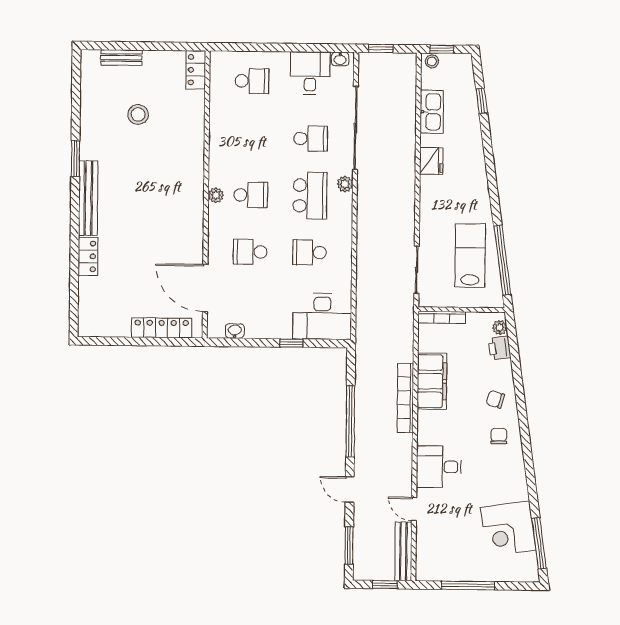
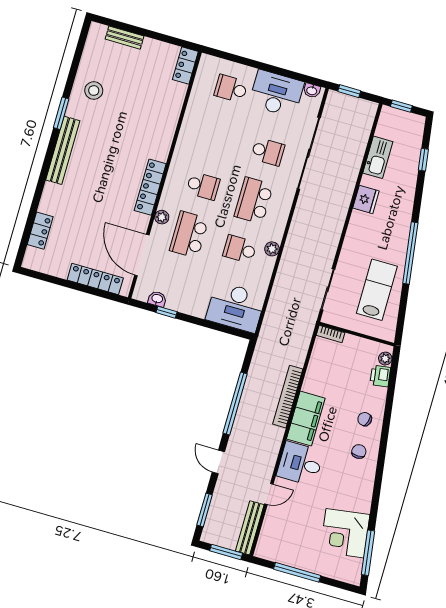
stool: (432, 61) -> (390, 114), removed
desk: (310, 73) -> (276, 94), width x1.37
school desk: (252, 81) -> (231, 88), turned 180
stool: (138, 115) -> (94, 91), moved
plant: (345, 184) -> (272, 249), moved
plant: (216, 195) -> (162, 217), moved
school desk: (310, 196) -> (254, 200), turned 180
locker: (194, 212) -> (150, 187), added
school desk: (250, 252) -> (189, 235), width x1.85
locker: (88, 256) -> (40, 231), moved
window: (502, 260) -> (410, 253), moved
bookcase: (442, 317) -> (331, 334), width x0.64
window: (291, 343) -> (166, 312), moved
filing cabinet: (432, 381) -> (306, 419), moved
door: (414, 509) -> (269, 494), swing flipped
window: (385, 585) -> (226, 552), width x1.50

